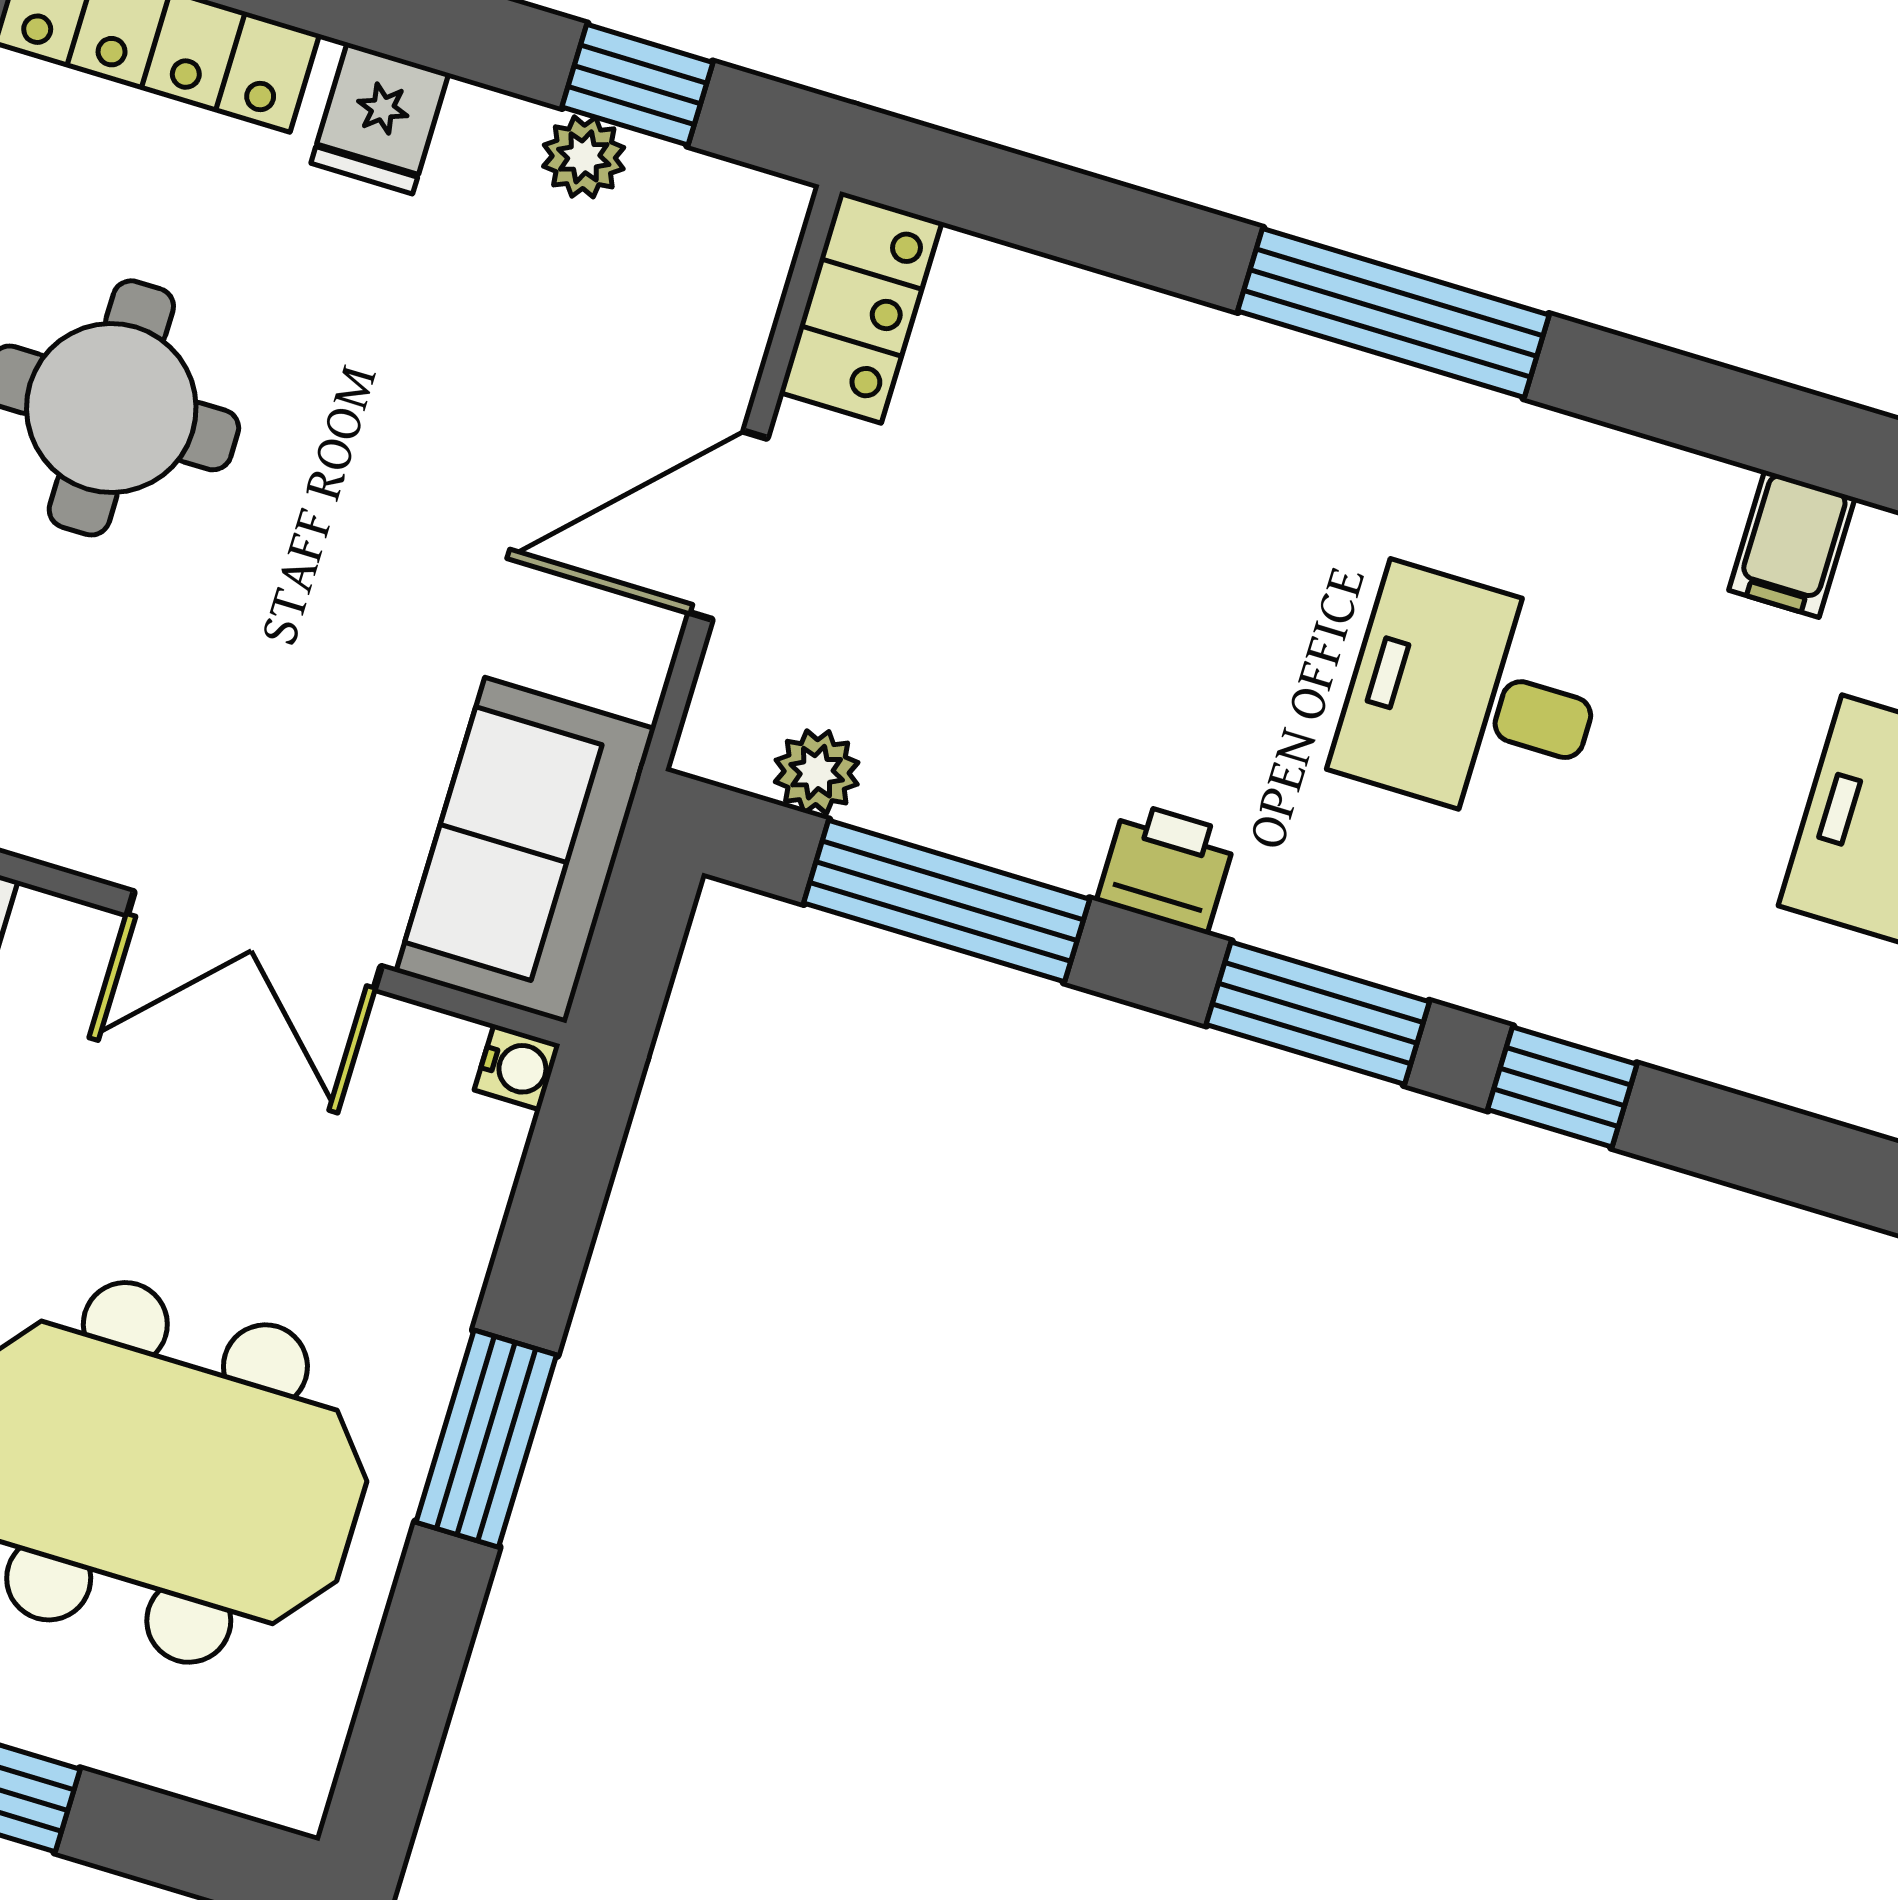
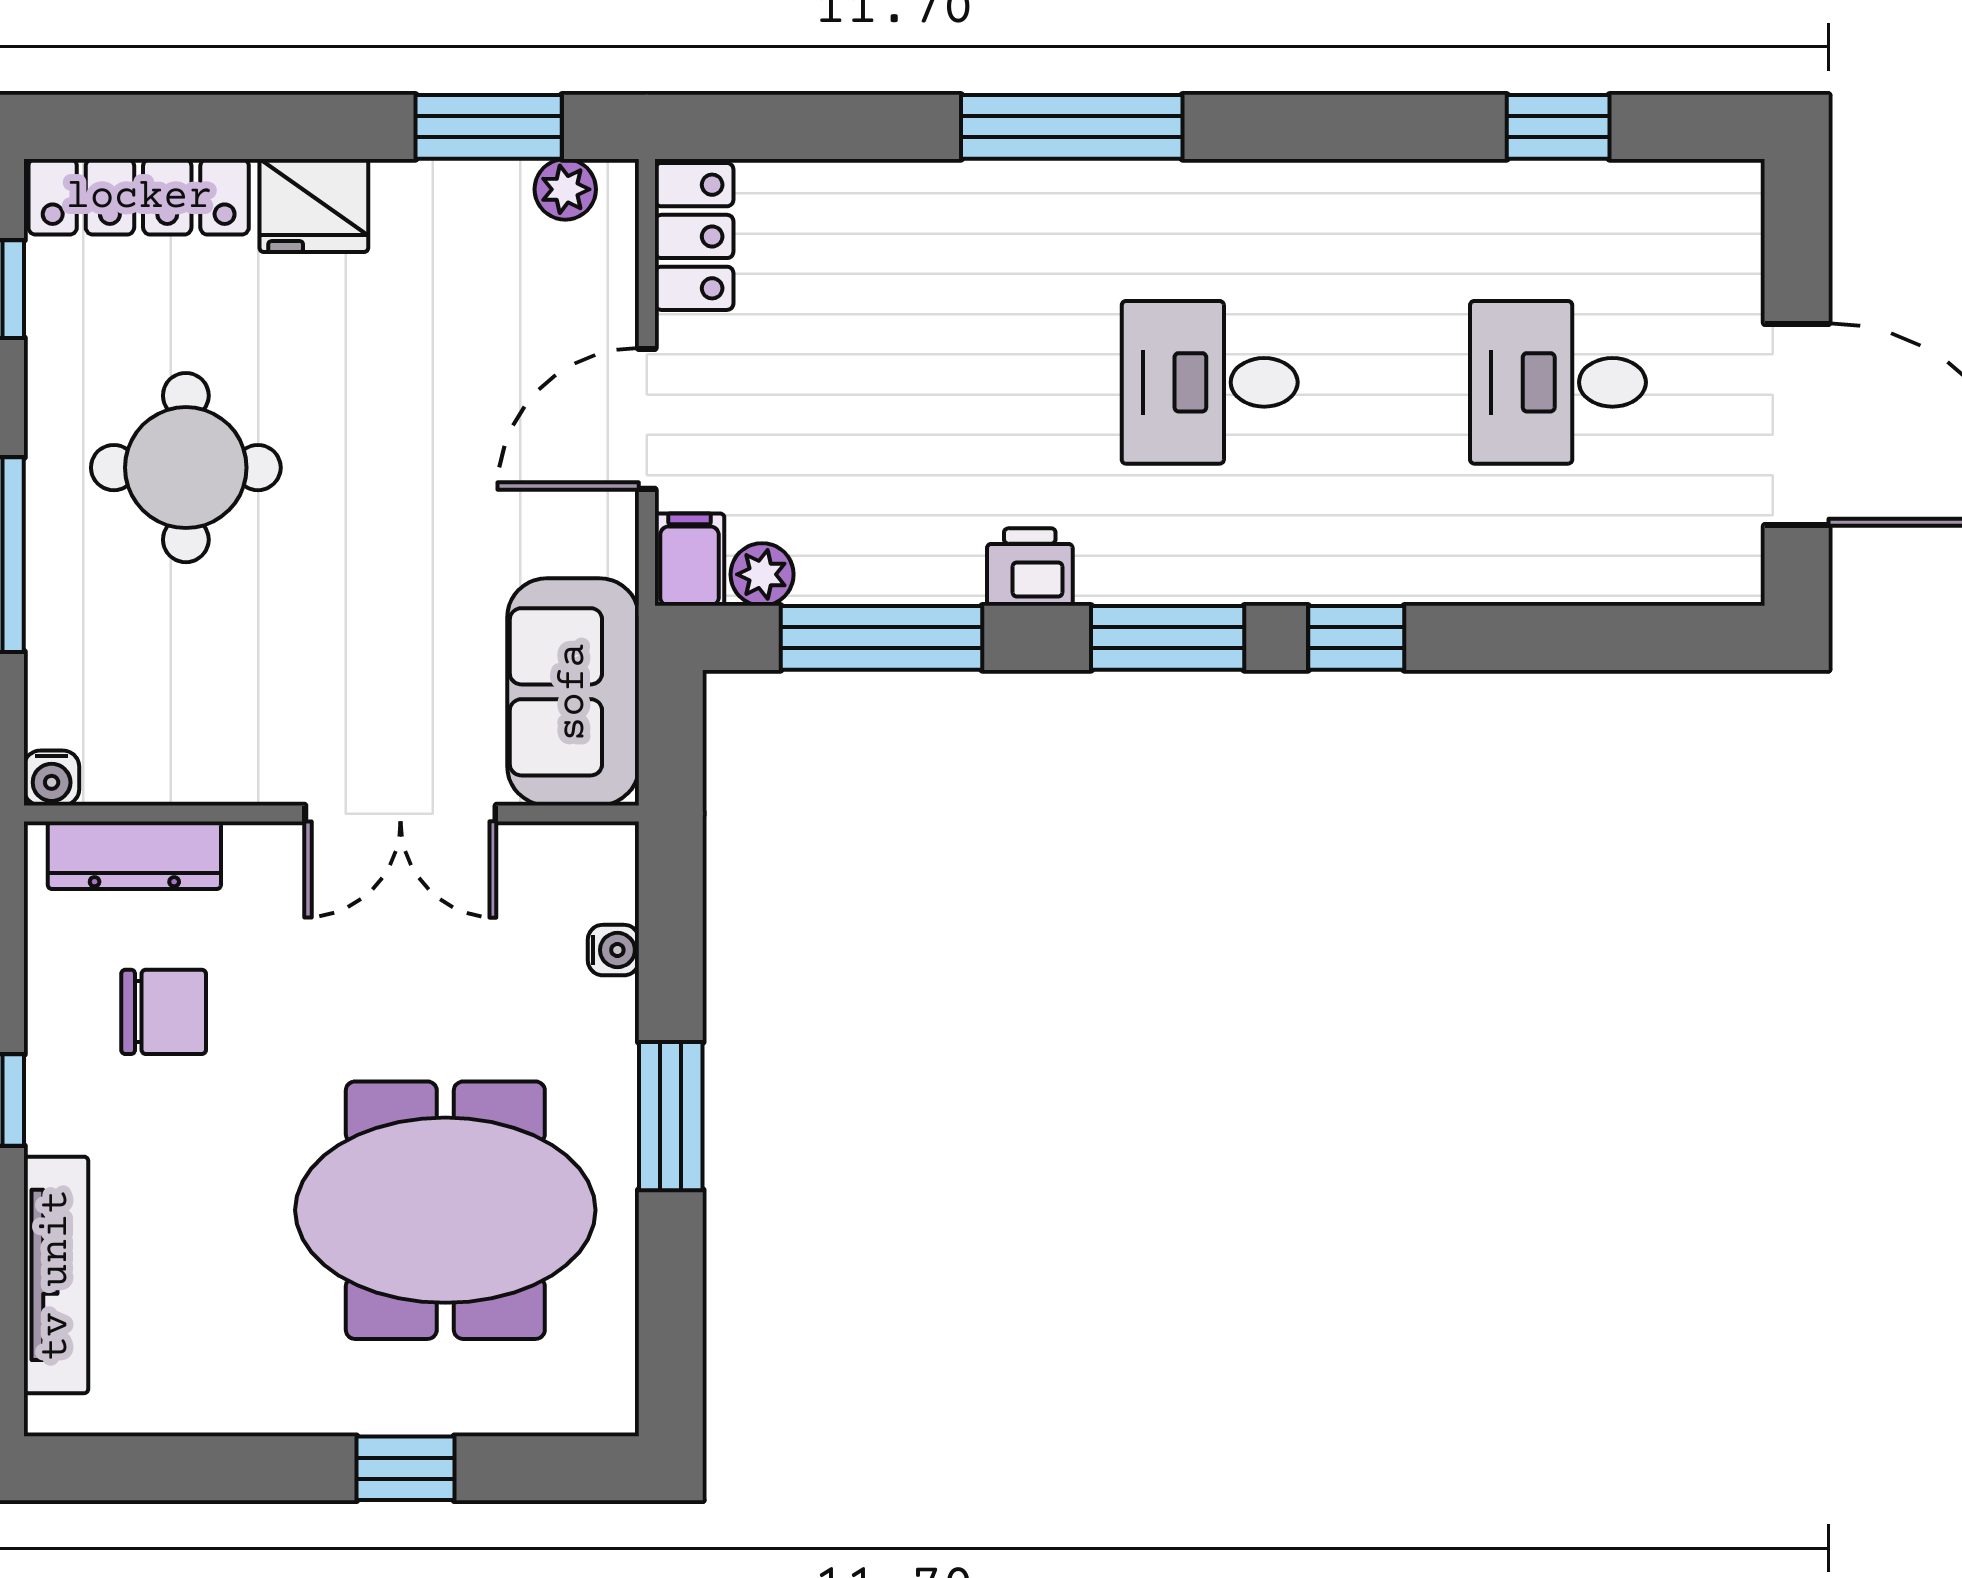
window: (637, 85) -> (489, 127), width x1.50
fridge: (380, 118) -> (314, 205), width x1.38
plant: (584, 157) -> (565, 189), moved
filing cabinet: (1792, 544) -> (689, 560), moved, turned 180
water cooler: (517, 1067) -> (613, 950), moved

